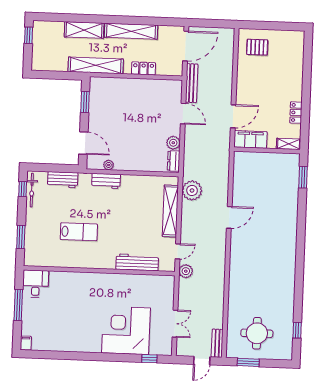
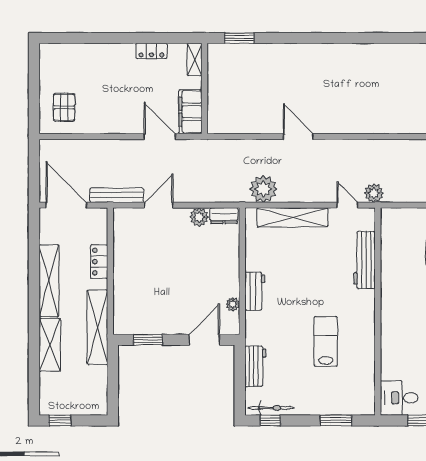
workbench: (106, 181) -> (255, 291), moved

